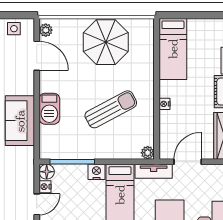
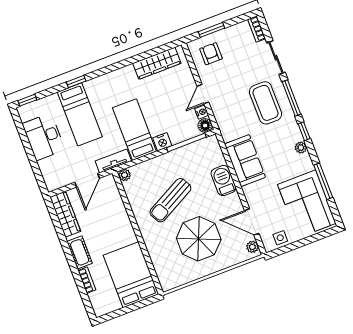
parasol: (106, 42) -> (199, 239), moved
bed: (173, 49) -> (131, 275), width x1.50
nightstand: (164, 104) -> (126, 222), removed

